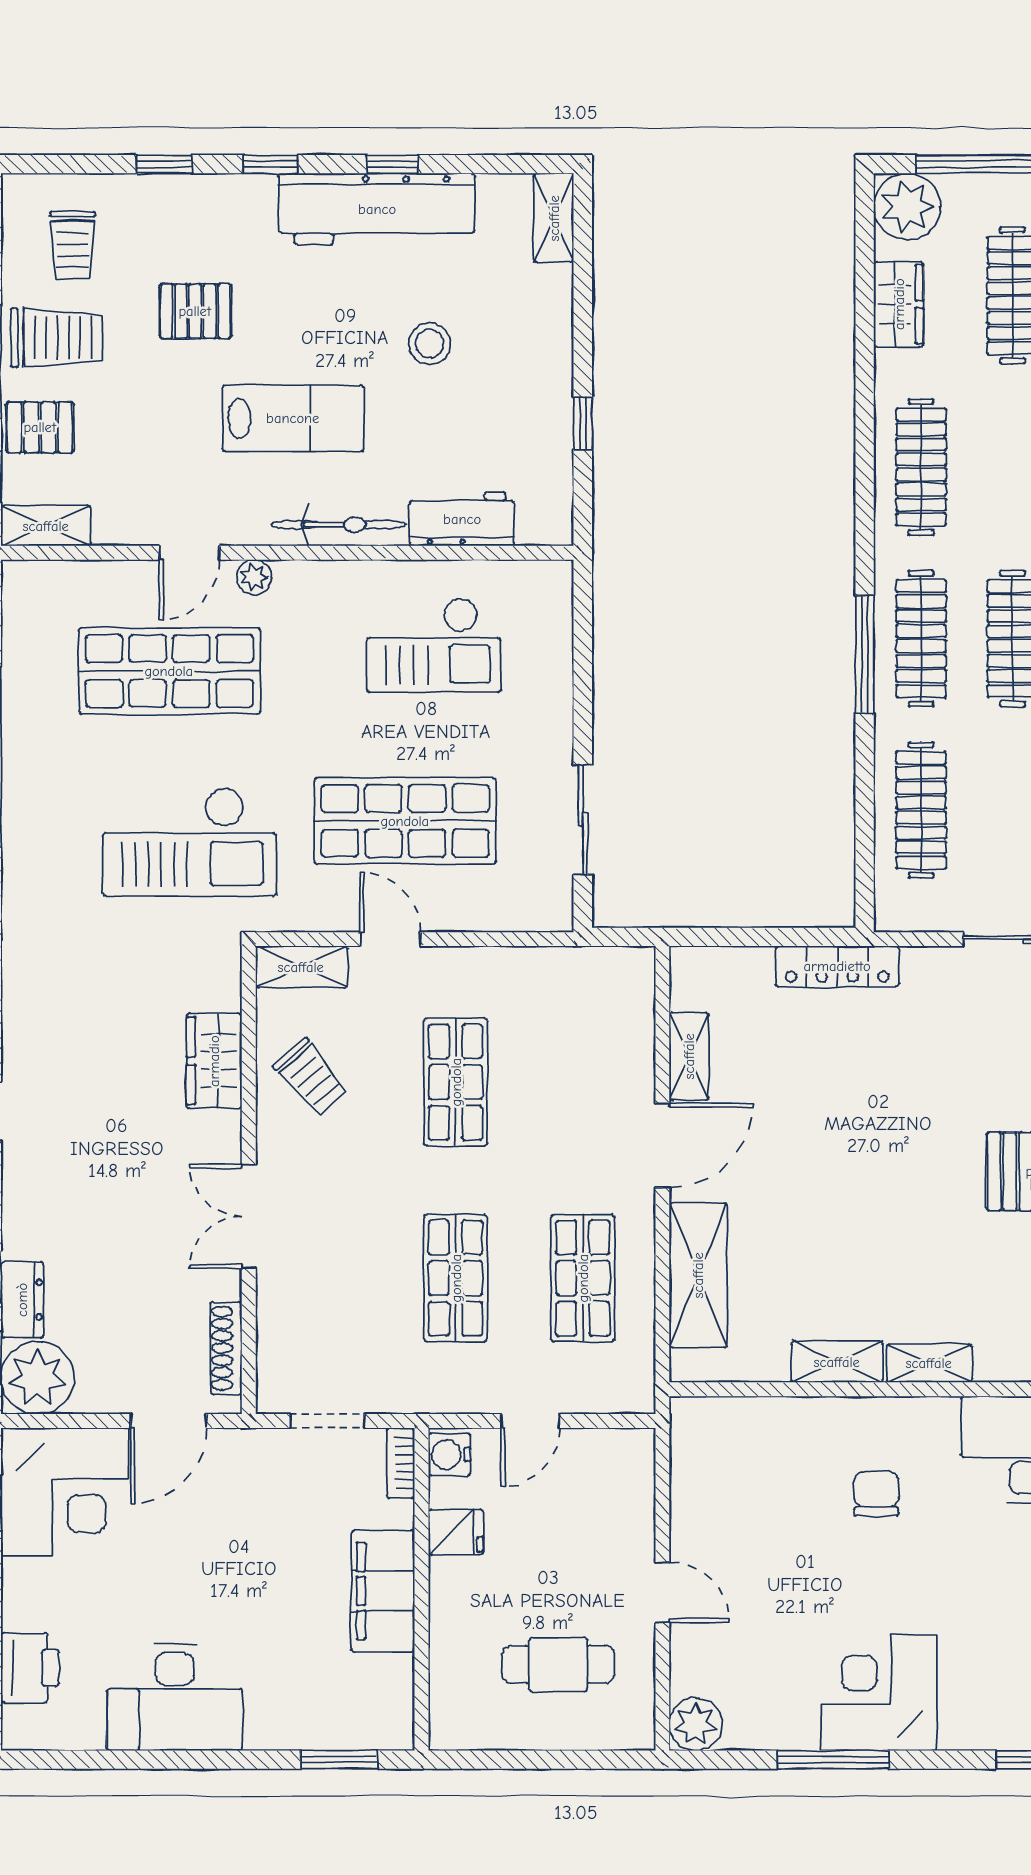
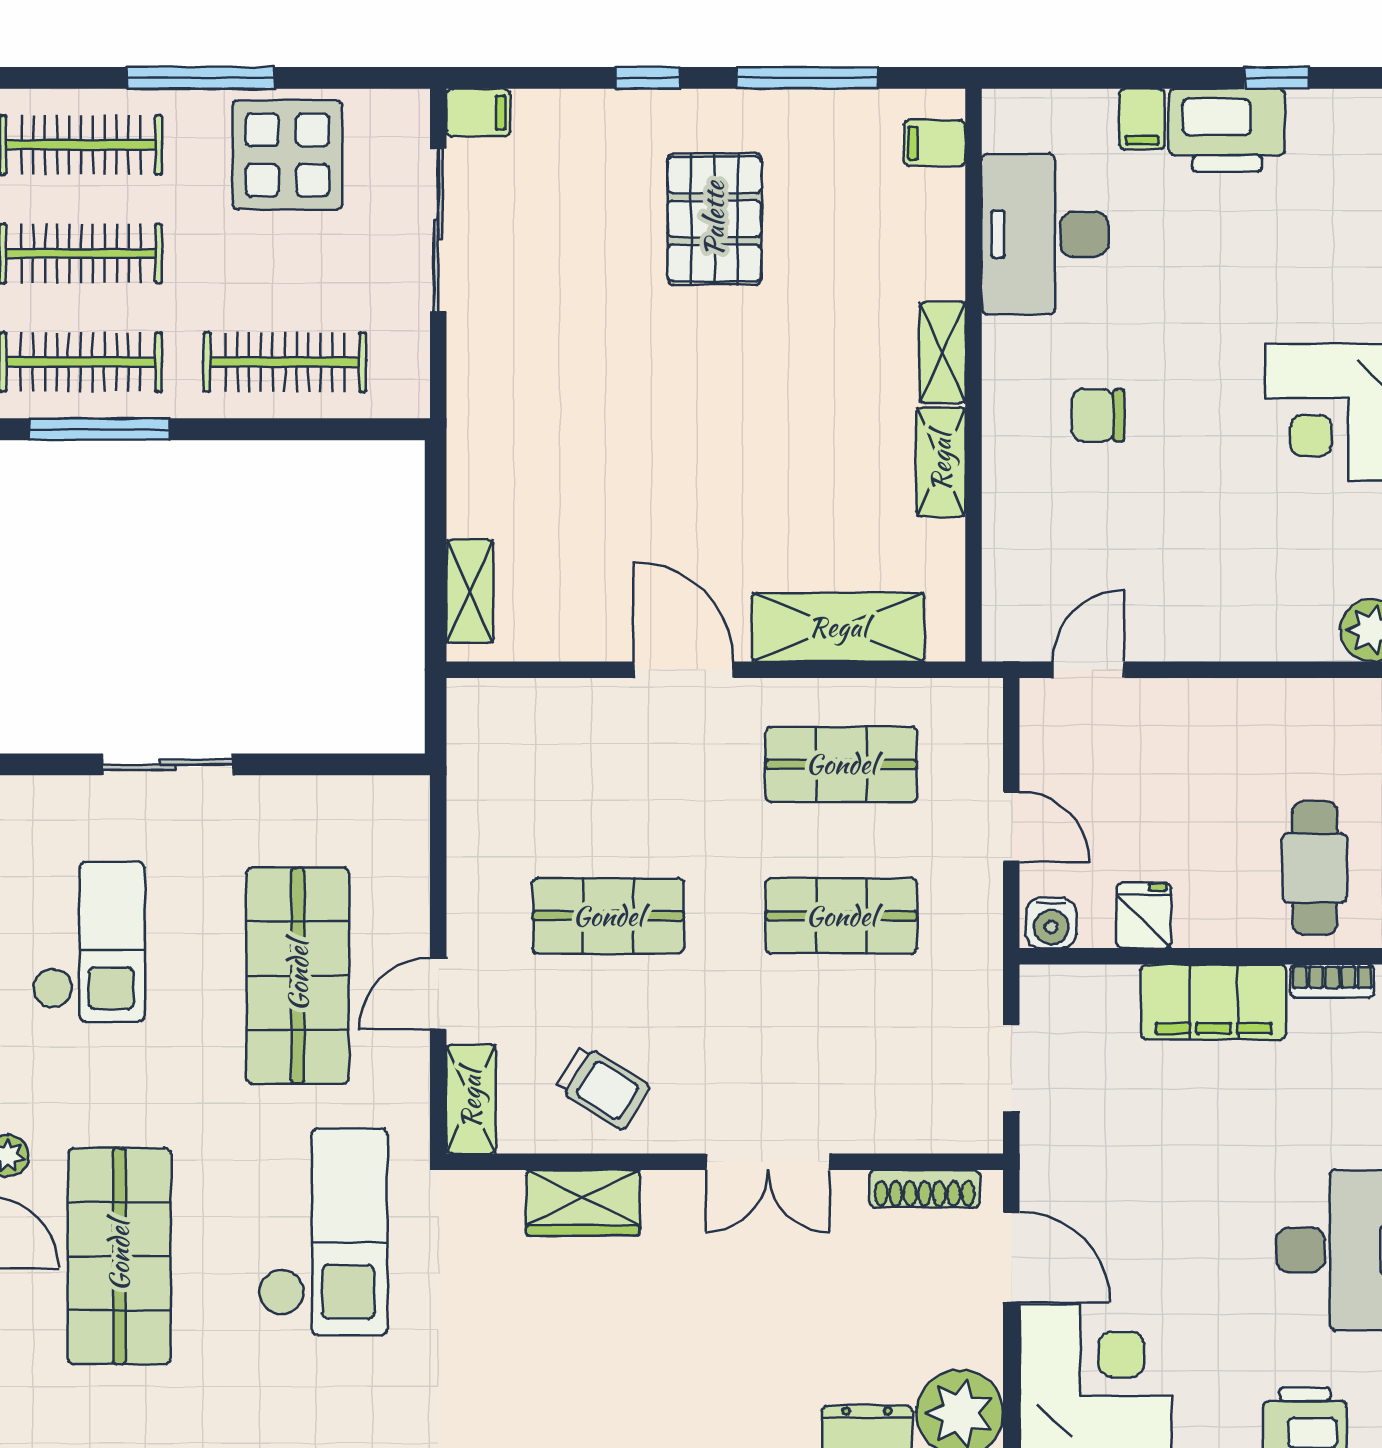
sliding door: (583, 820) -> (168, 764), moved
locker: (837, 966) -> (471, 462), removed
shelving: (689, 1056) -> (470, 591), moved, turned 90
trolley: (311, 1077) -> (603, 1087), turned 73
bookcase: (401, 1463) -> (1332, 981), moved
door: (662, 1592) -> (1089, 670), moved
cafe table: (558, 1664) -> (1315, 868), moved

